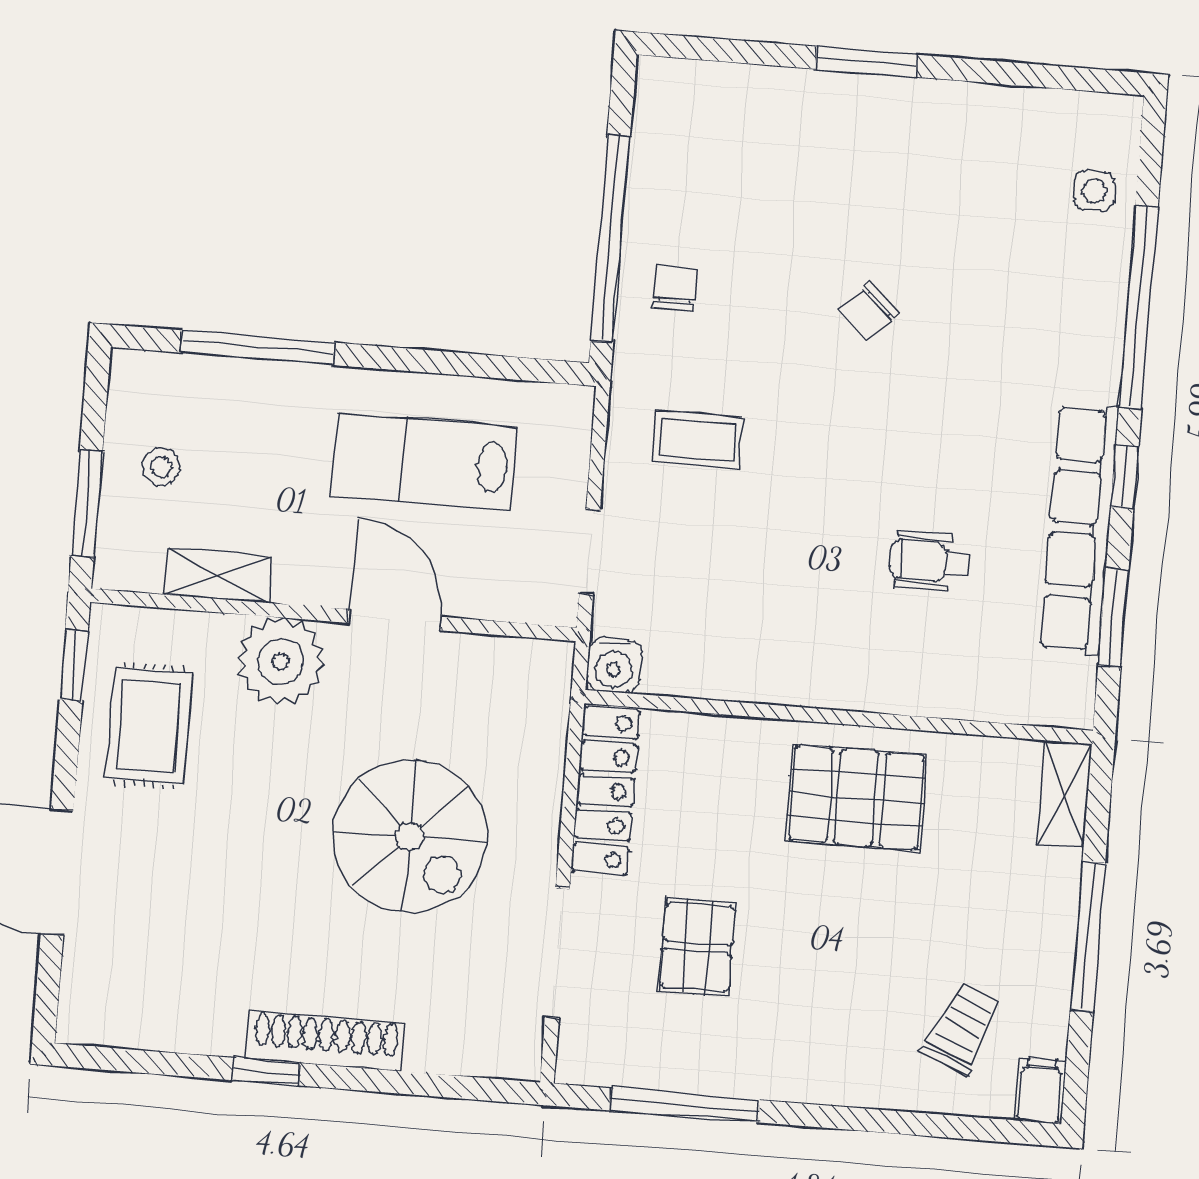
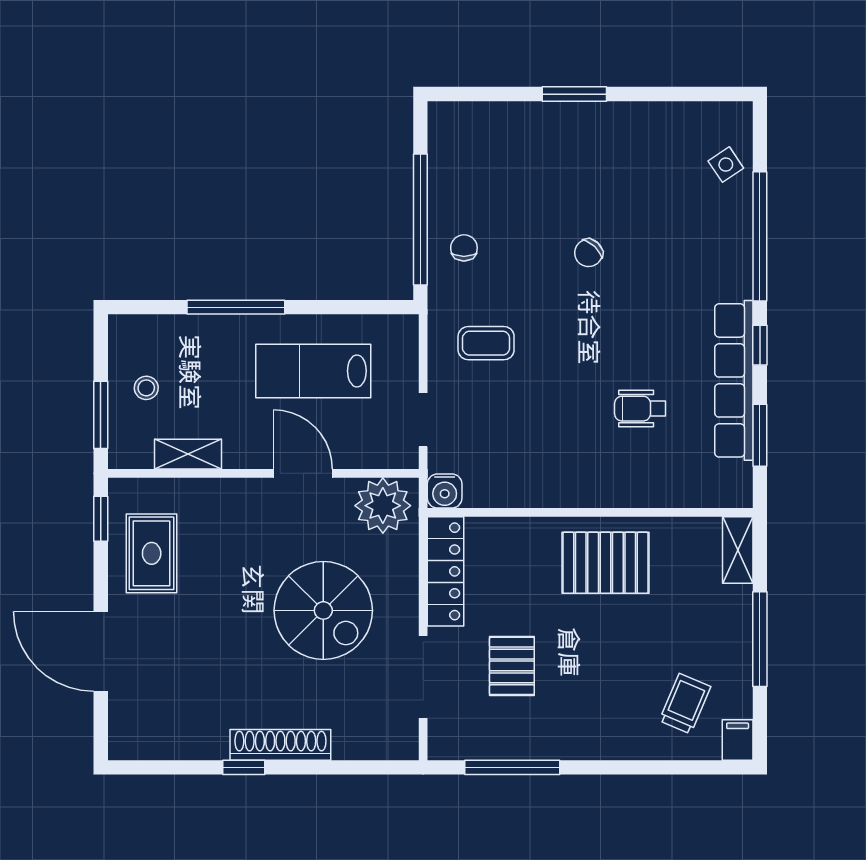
side table: (1094, 191) -> (726, 165), turned -34
window: (258, 348) -> (236, 307), moved
plant: (281, 661) -> (383, 506), moved

